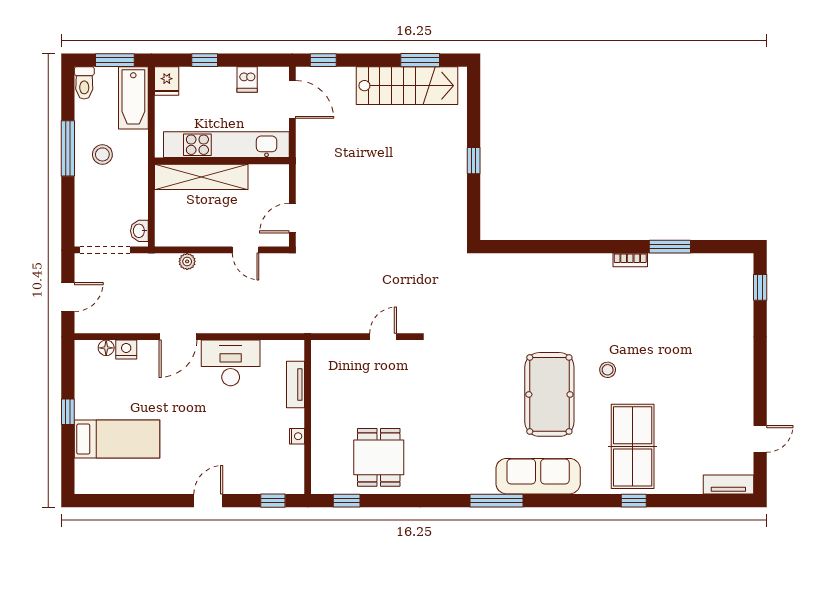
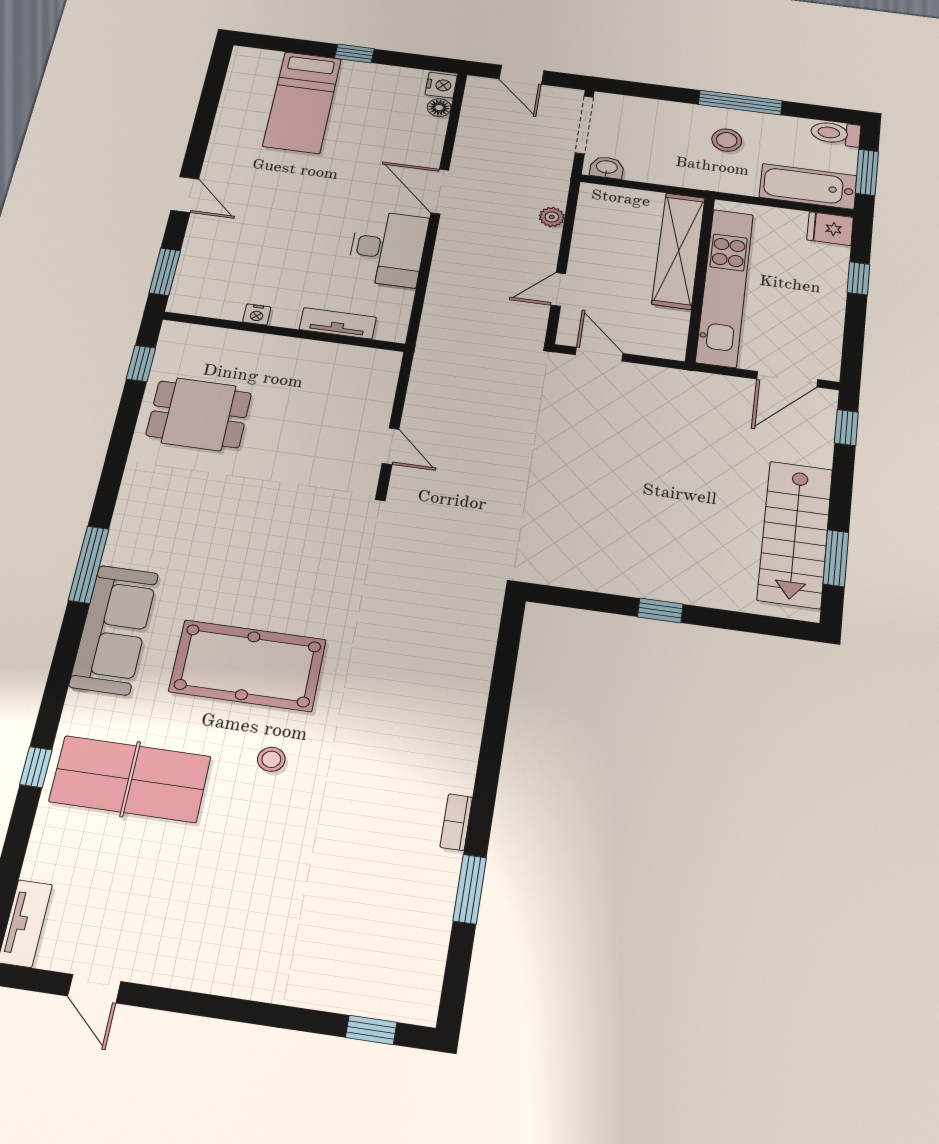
dishwasher: (247, 79) -> (824, 326), removed
nightstand: (126, 350) -> (441, 85), moved
window: (273, 501) -> (165, 272), width x1.50

